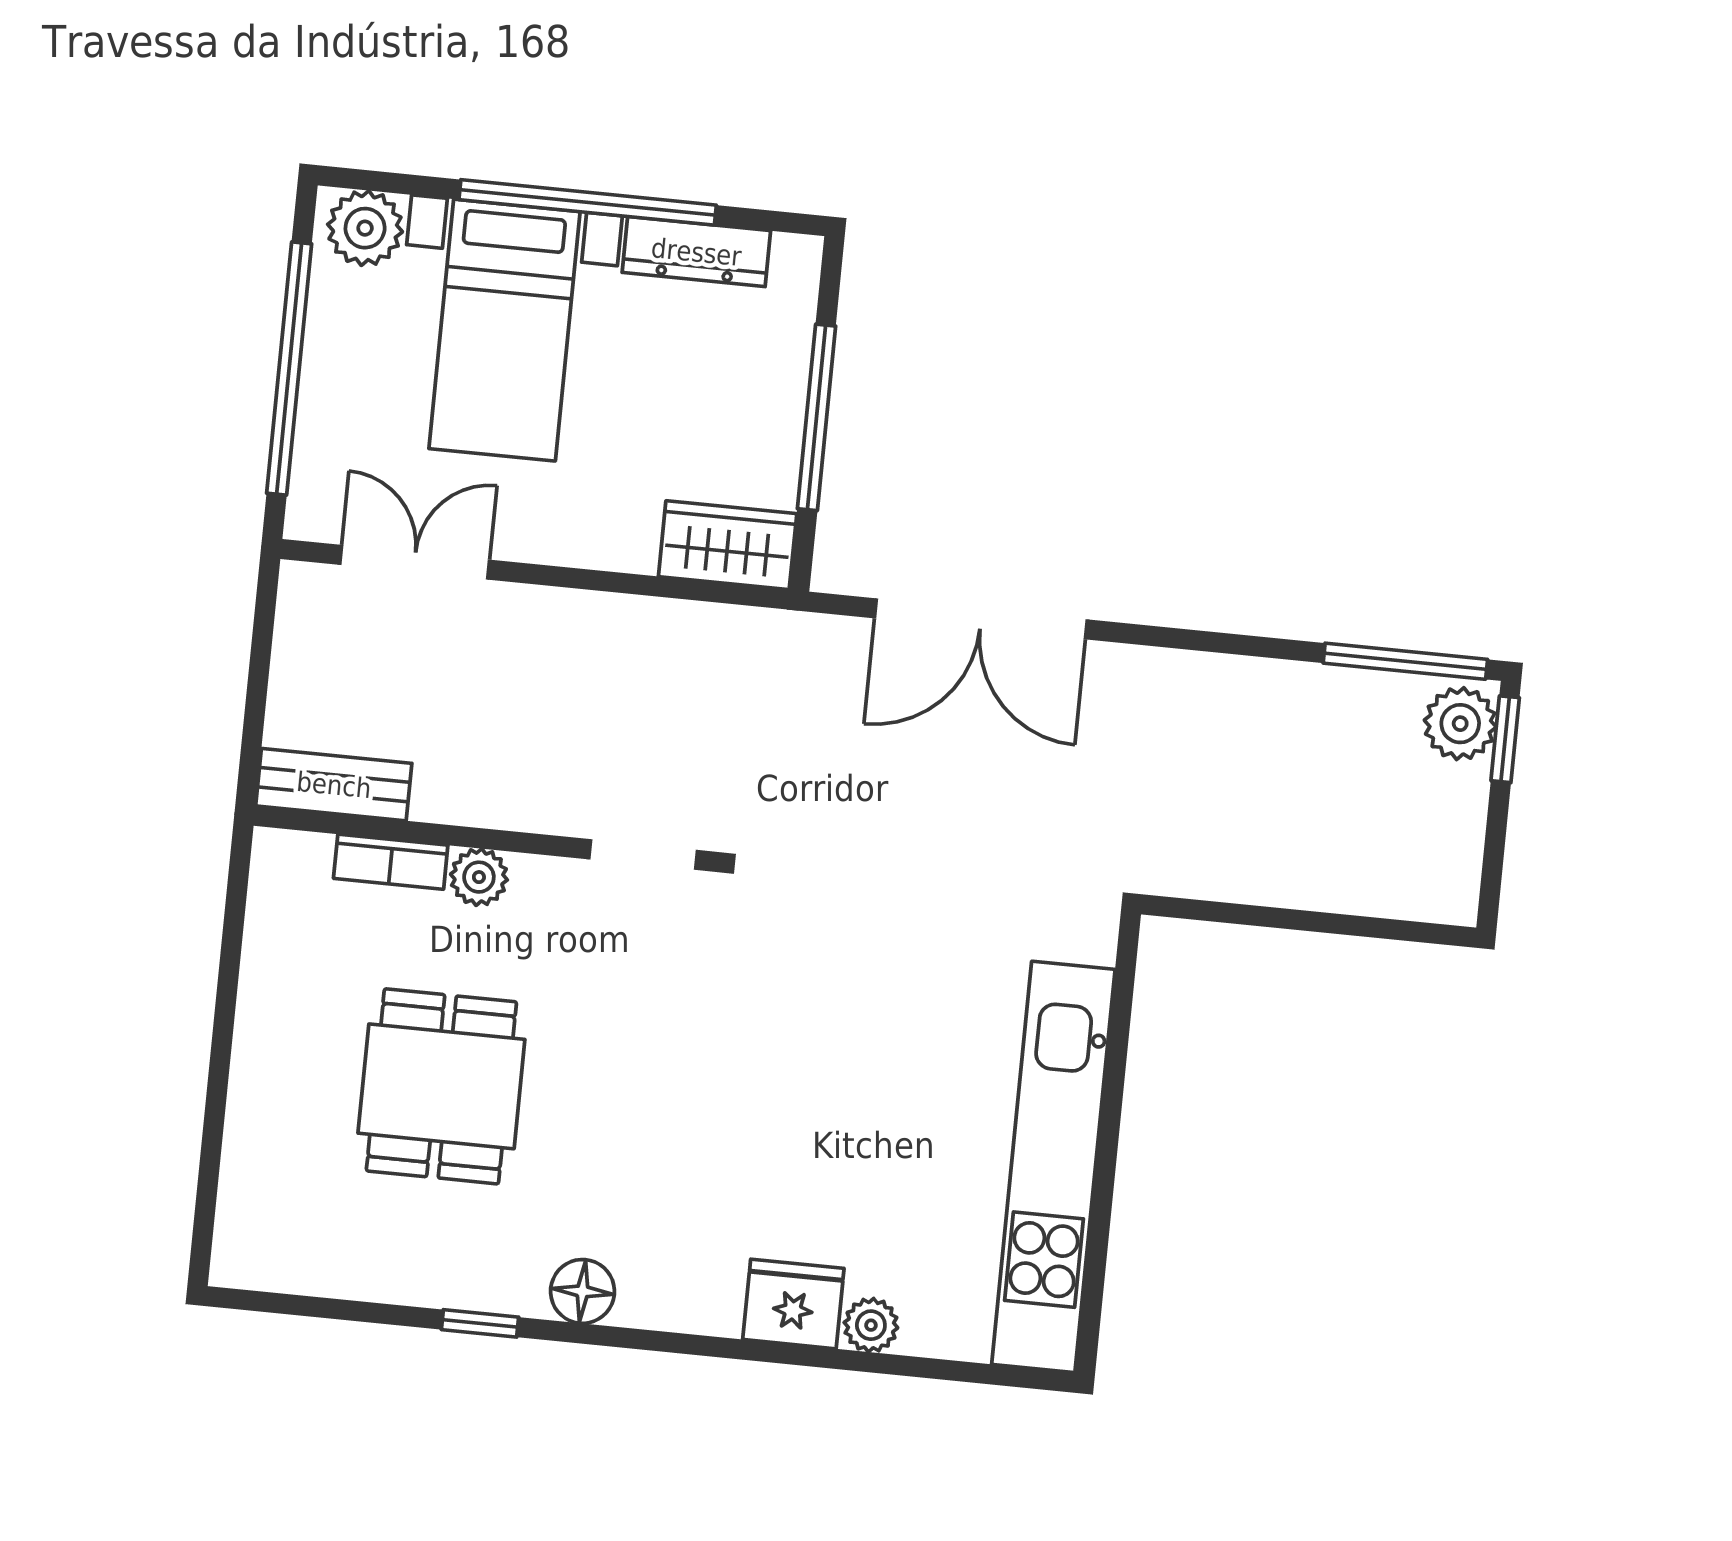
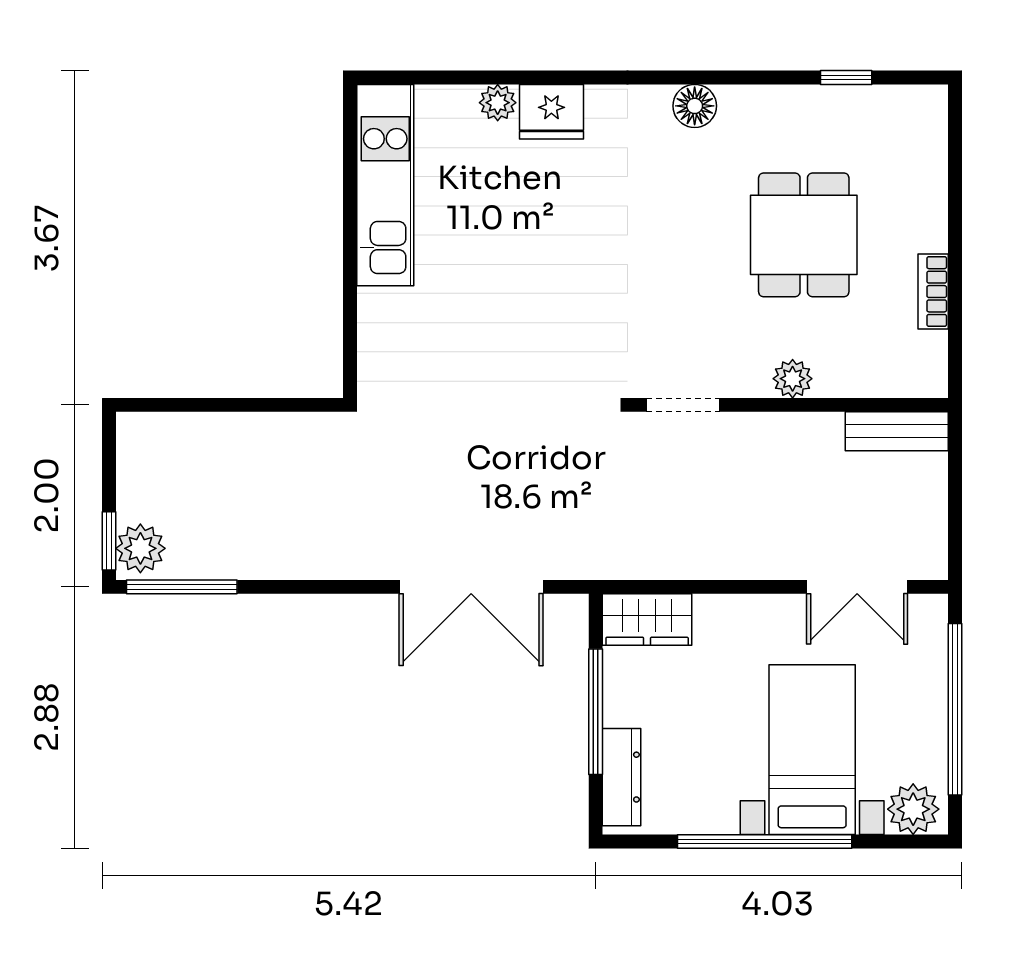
dresser: (696, 252) -> (622, 777), moved, turned 90
double door: (981, 619) -> (471, 587), swing flipped
bookcase: (391, 862) -> (933, 292), moved, turned -90
kitchen unit: (1053, 1167) -> (385, 185), width x0.73
window: (480, 1323) -> (846, 77), moved

